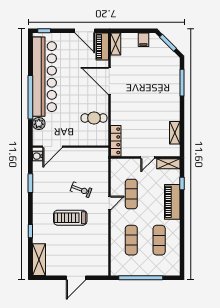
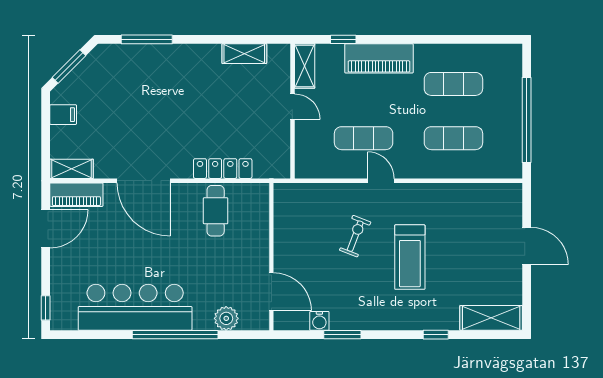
bar counter: (44, 77) -> (135, 307), width x0.73
door: (109, 81) -> (143, 181), hinge flipped
locker: (116, 141) -> (223, 169), moved
water cooler: (37, 156) -> (319, 321), moved

